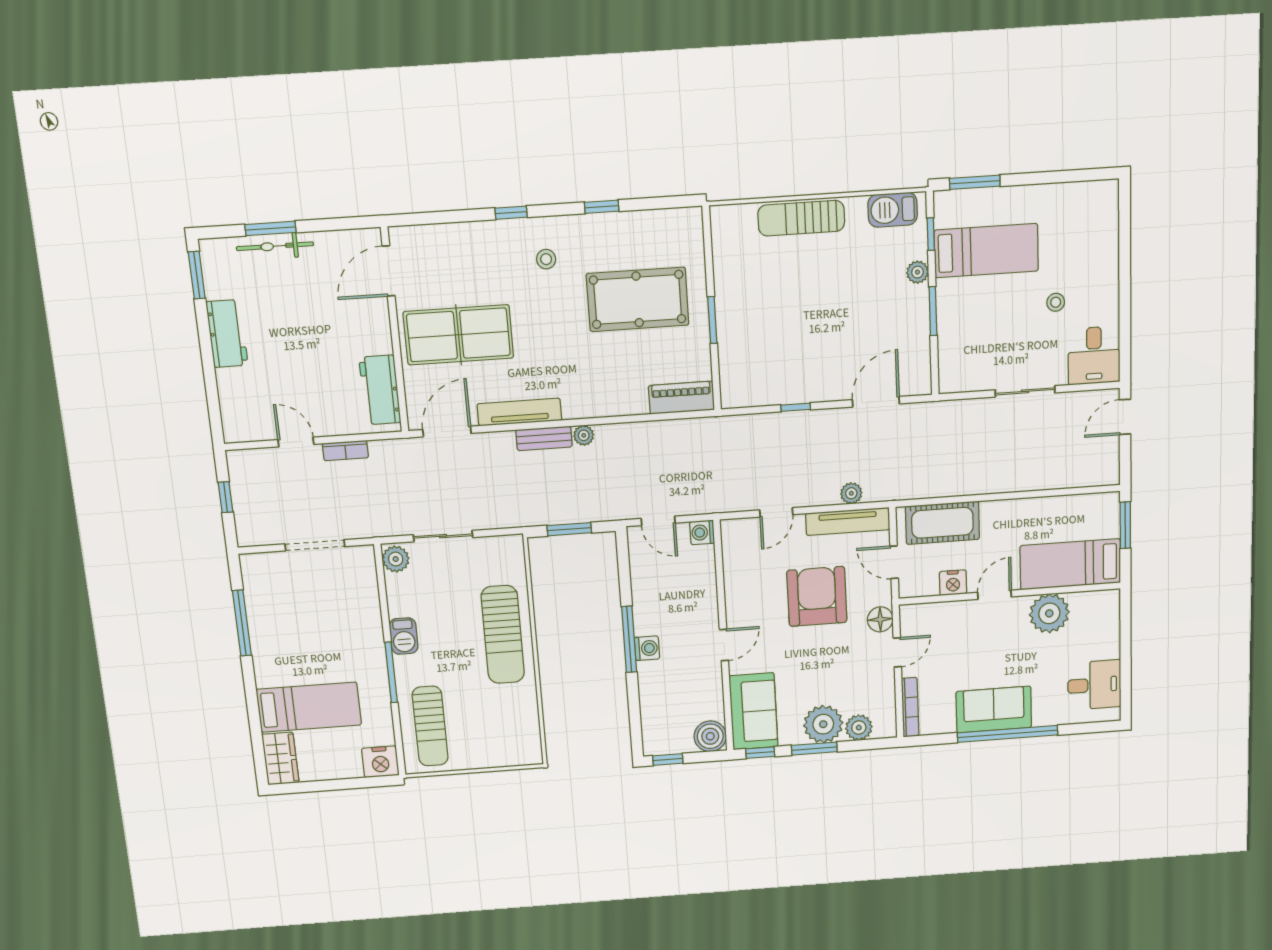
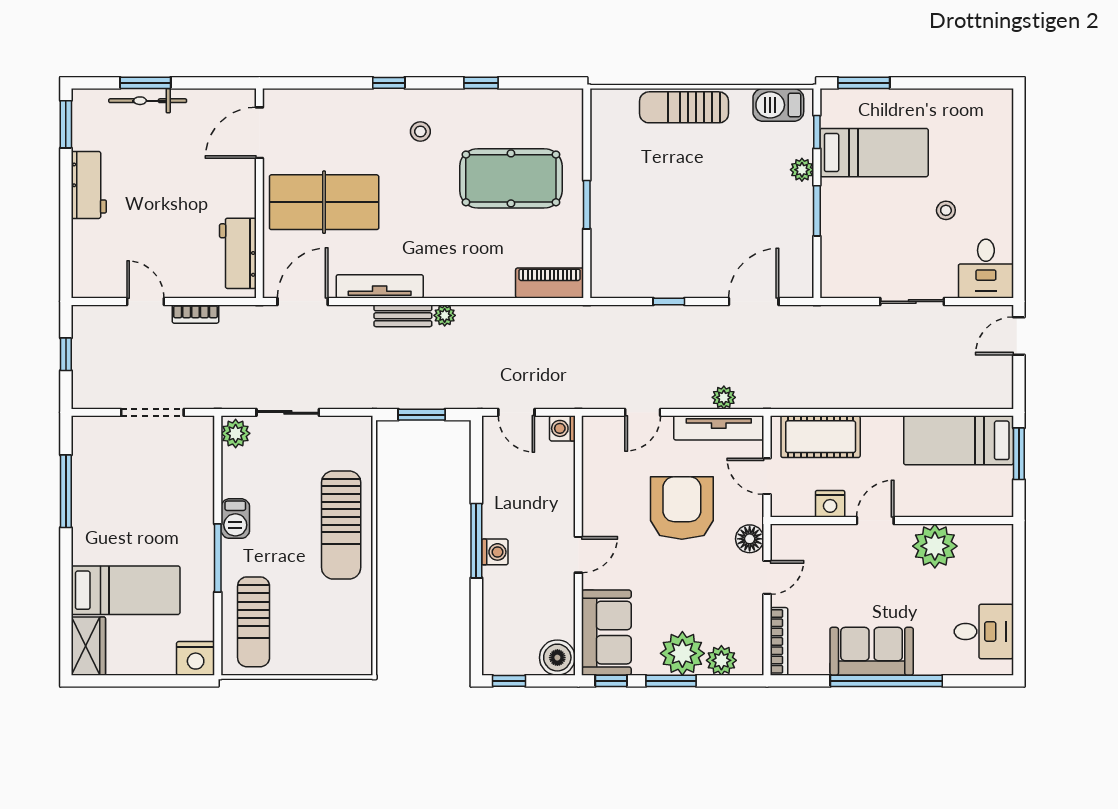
bed: (1070, 564) -> (959, 440), moved

